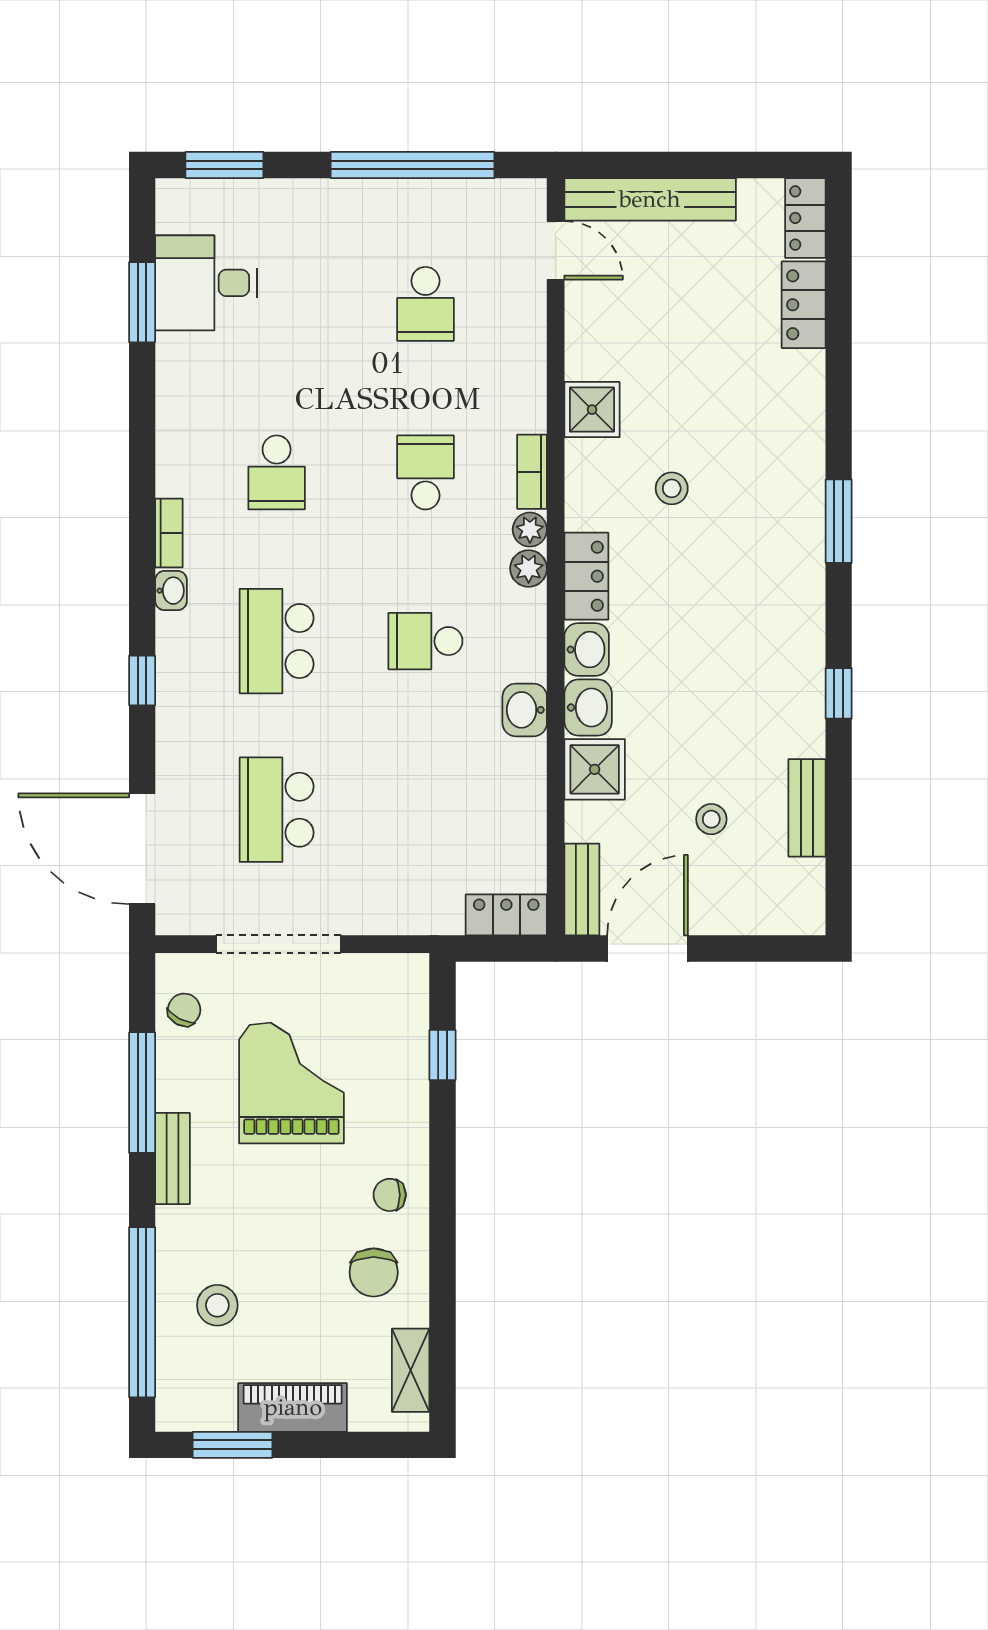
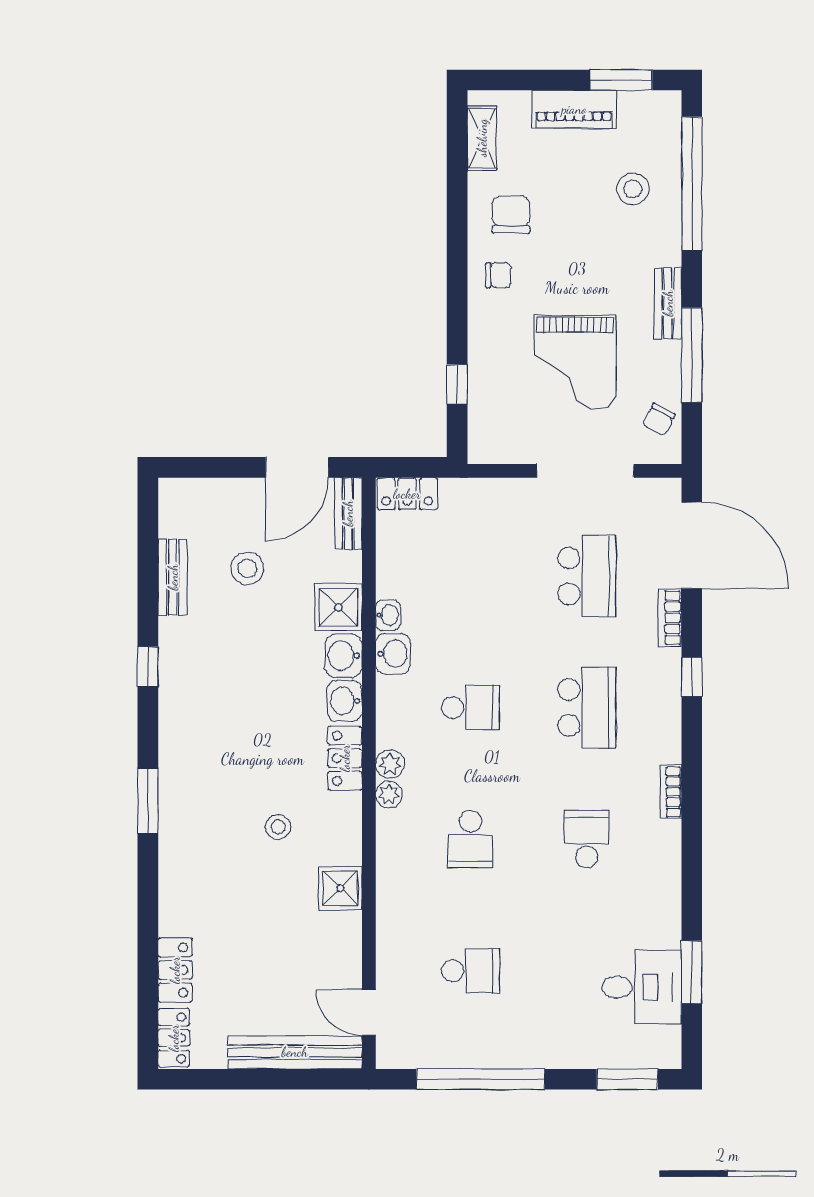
school desk: (425, 304) -> (470, 971), turned 90
bookcase: (532, 472) -> (670, 618), moved, turned 180
washbasin: (171, 591) -> (388, 615), moved, turned 180
stool: (711, 819) -> (247, 568), width x1.37, depth x1.37

